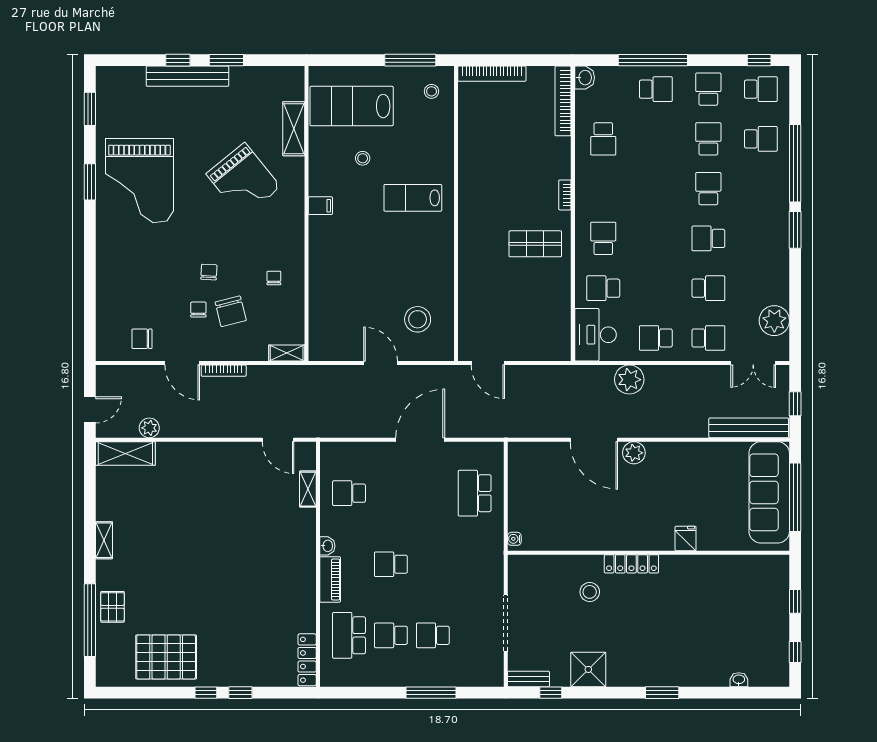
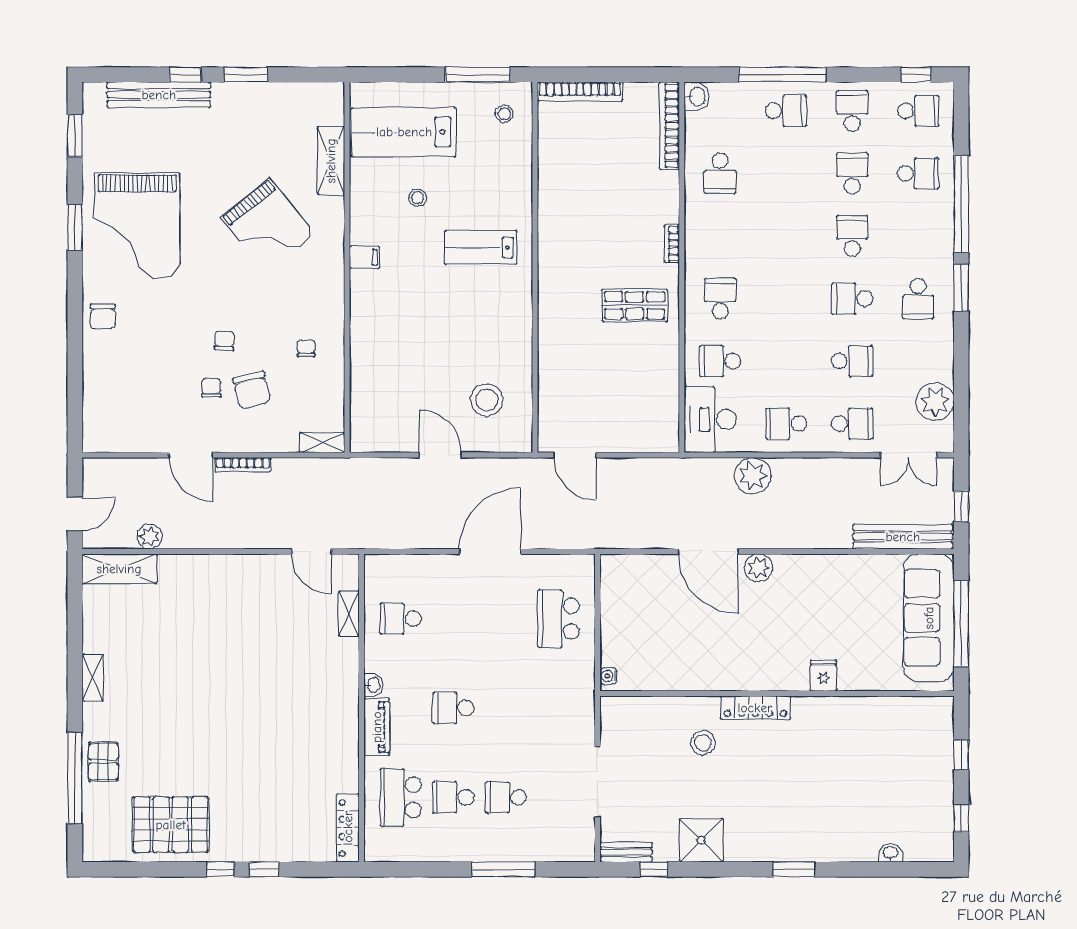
bench: (187, 76) -> (159, 95), moved
school desk: (761, 238) -> (918, 298), added
chair: (142, 339) -> (103, 316), moved, turned -90

